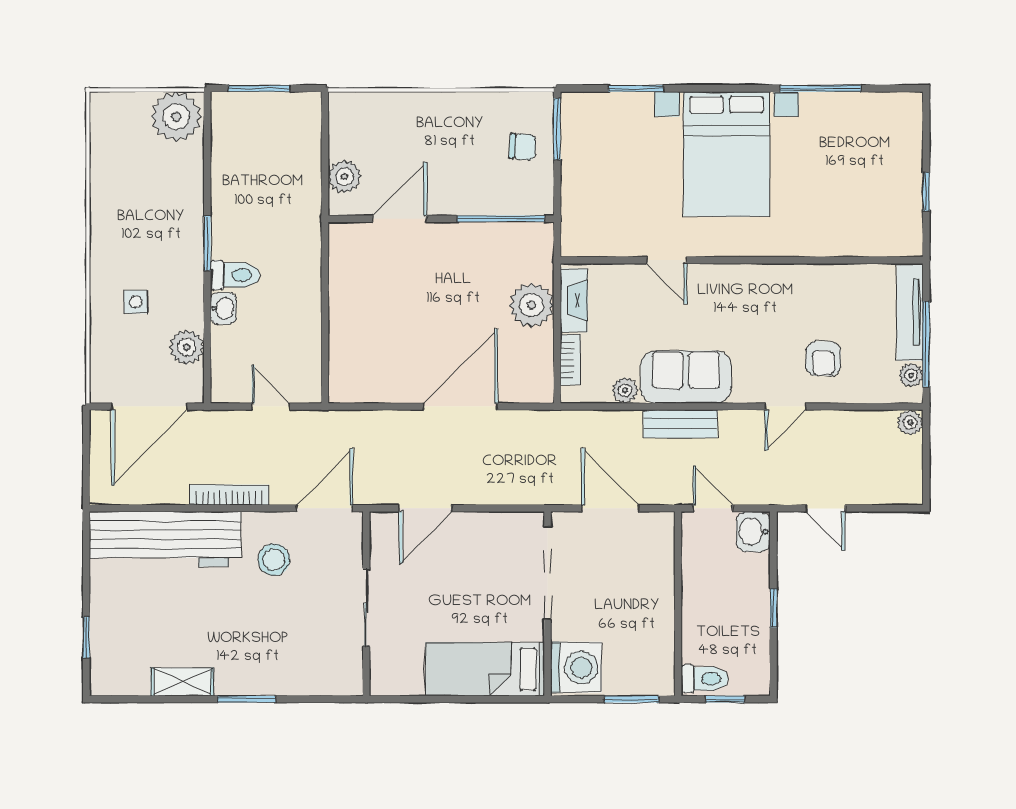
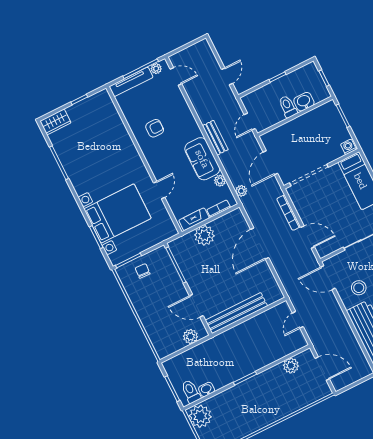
wardrobe: (905, 122) -> (55, 122), added
bed with nightstands: (726, 154) -> (118, 214), moved
toilet: (235, 275) -> (191, 391), moved
bench: (345, 291) -> (236, 313), added
side table: (136, 302) -> (283, 395), removed
washbasin: (223, 308) -> (207, 389), moved
armchair: (823, 359) -> (155, 128), moved
door: (149, 406) -> (322, 369), width x0.73
door: (460, 406) -> (260, 244), hinge flipped
door: (785, 406) -> (176, 76), moved
plant: (910, 422) -> (241, 191), moved
bench: (680, 424) -> (215, 138), moved
bookcase: (229, 495) -> (289, 213), moved
washbasin: (753, 532) -> (304, 102), moved, turned 180
washing machine: (576, 667) -> (348, 147), width x0.53, depth x0.53
toilet: (705, 679) -> (288, 107), moved

